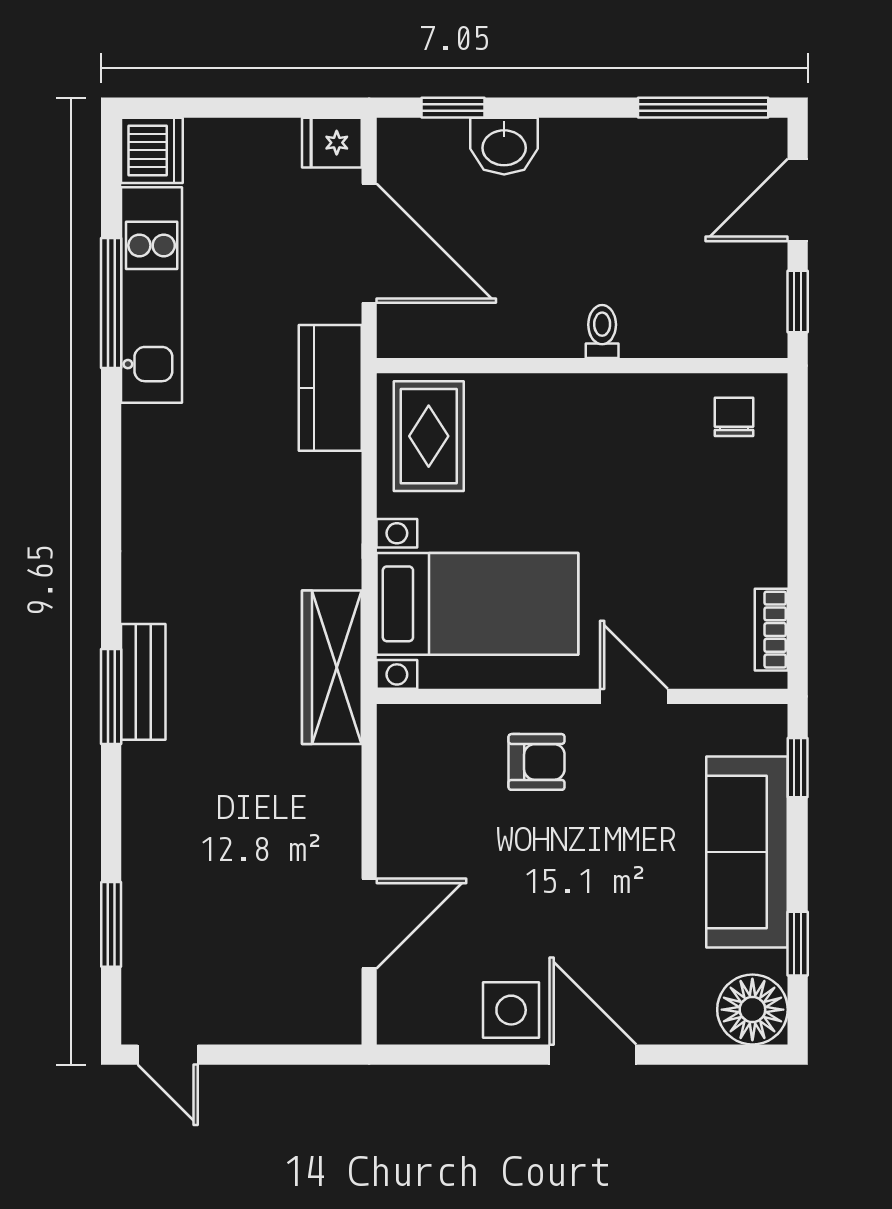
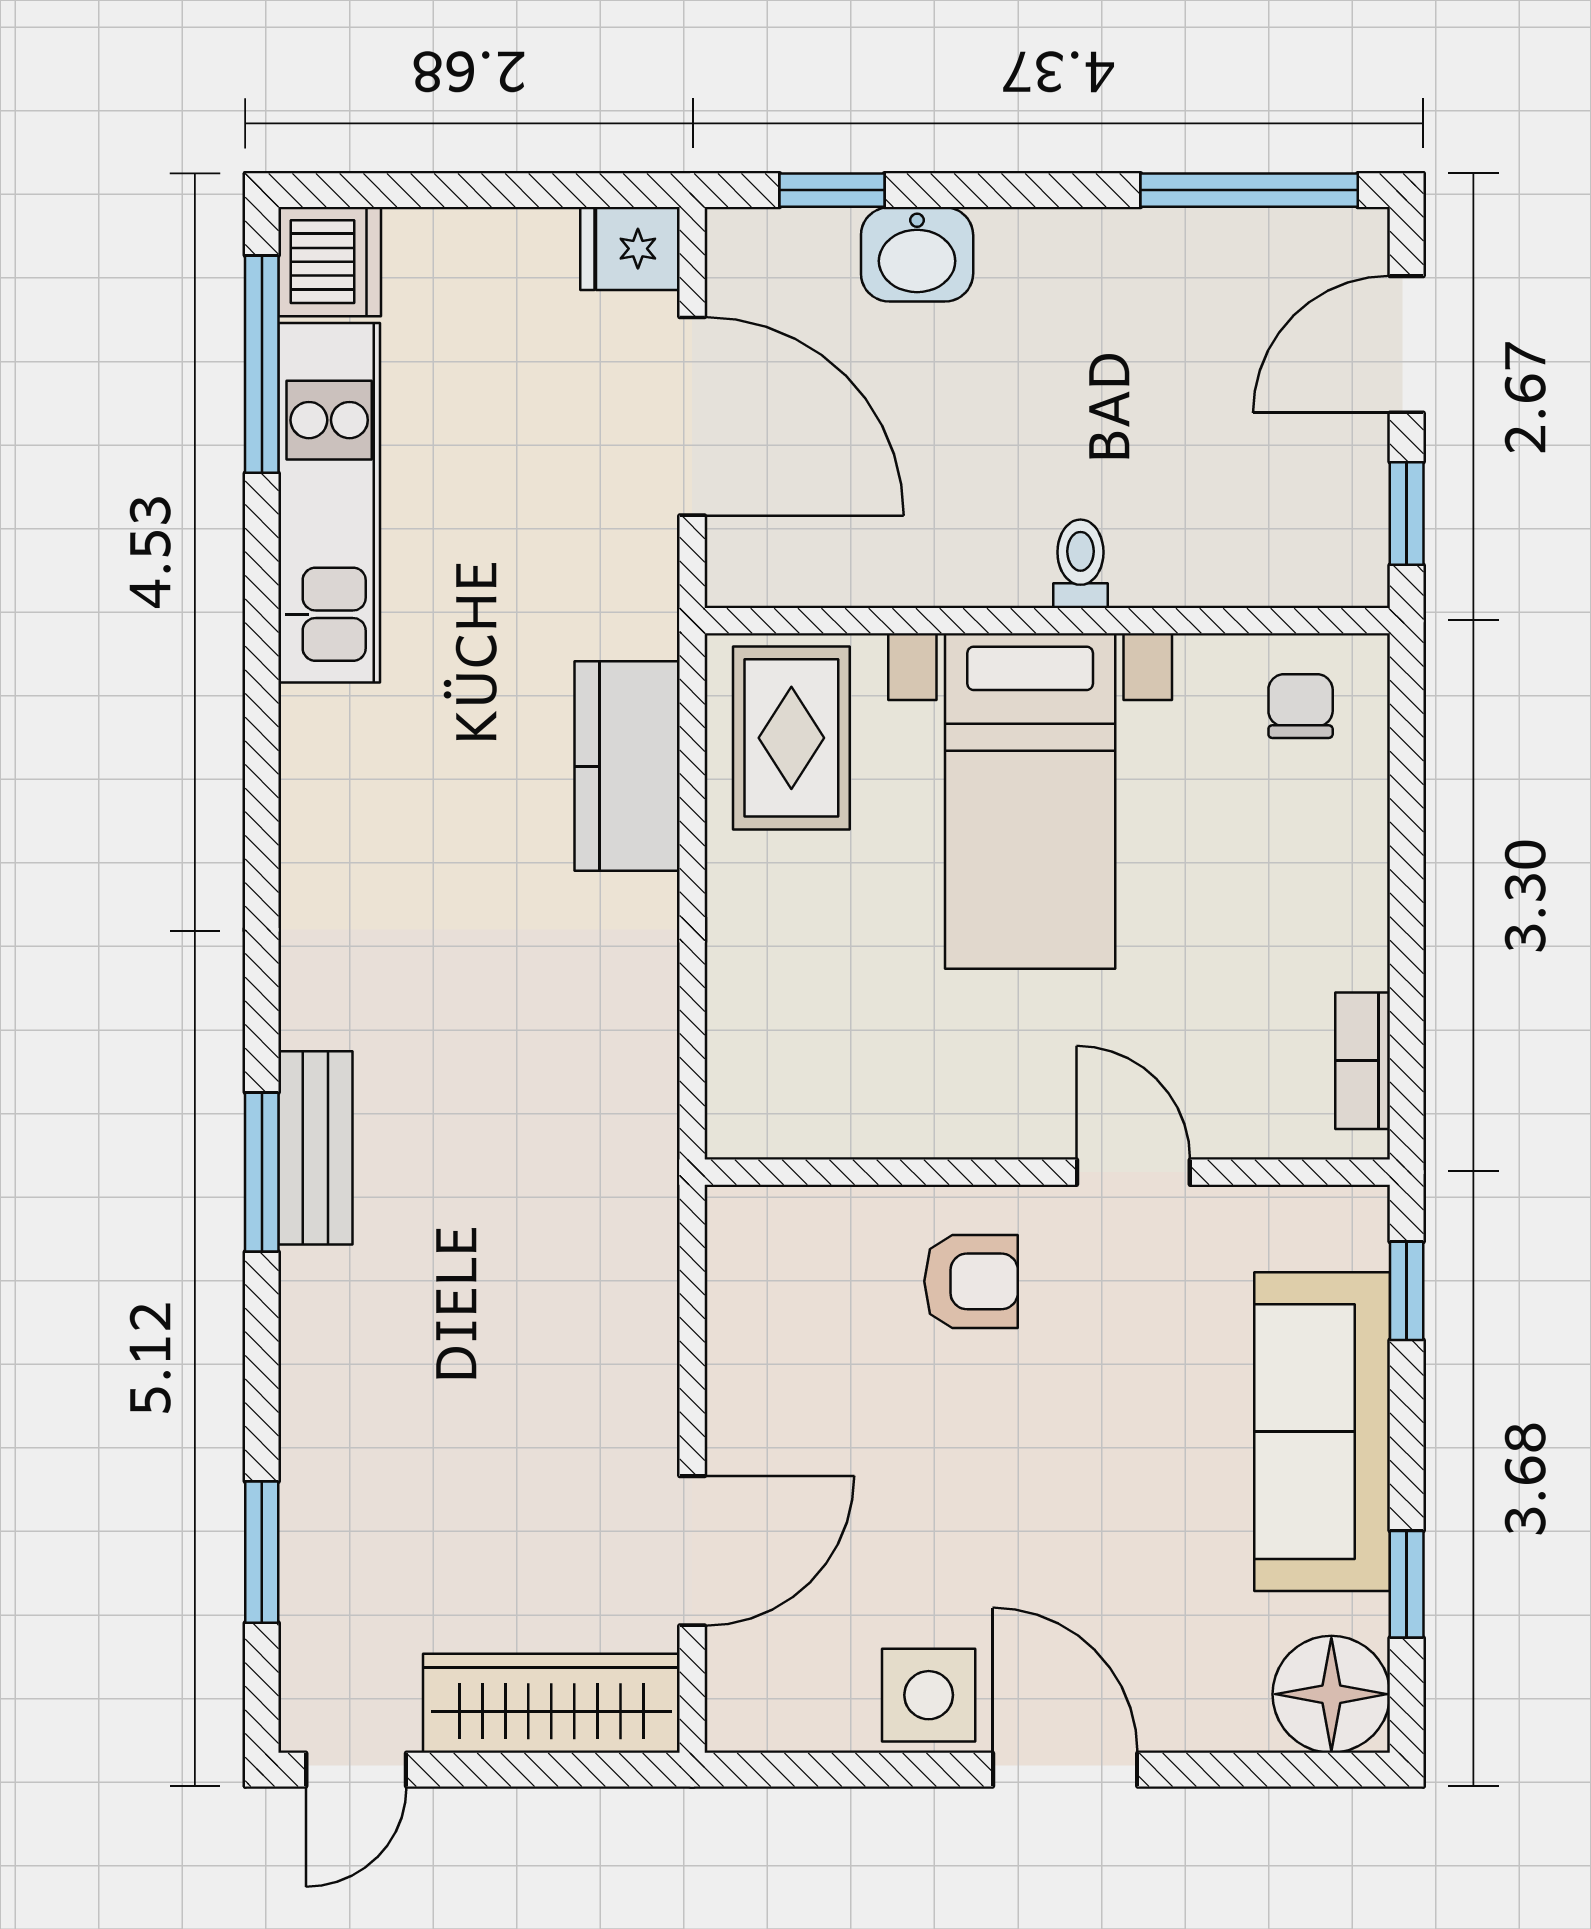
window: (111, 303) -> (262, 364), moved
kitchen counter: (330, 388) -> (627, 766), moved
bed with nightstands: (477, 604) -> (1030, 801), moved, turned 90
wardrobe: (332, 667) -> (551, 1703), moved, turned 90
door: (168, 1055) -> (356, 1770), hinge flipped

